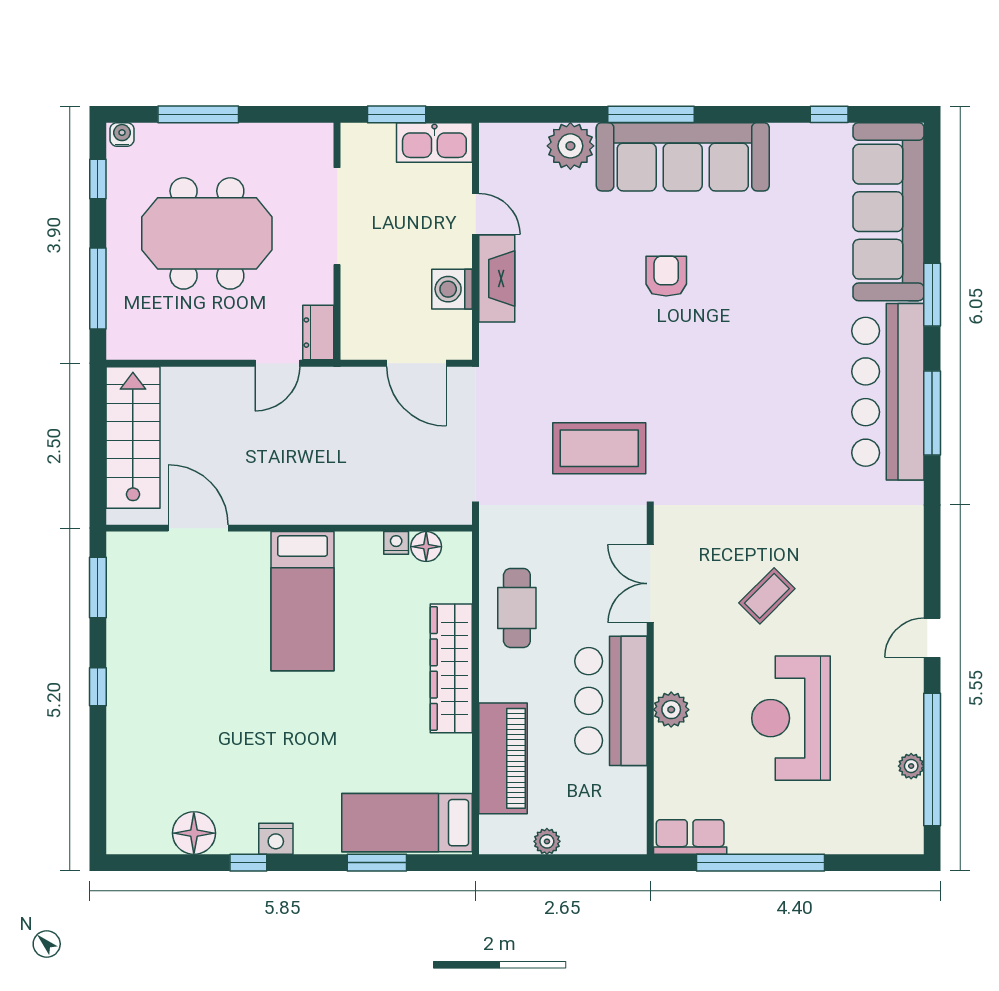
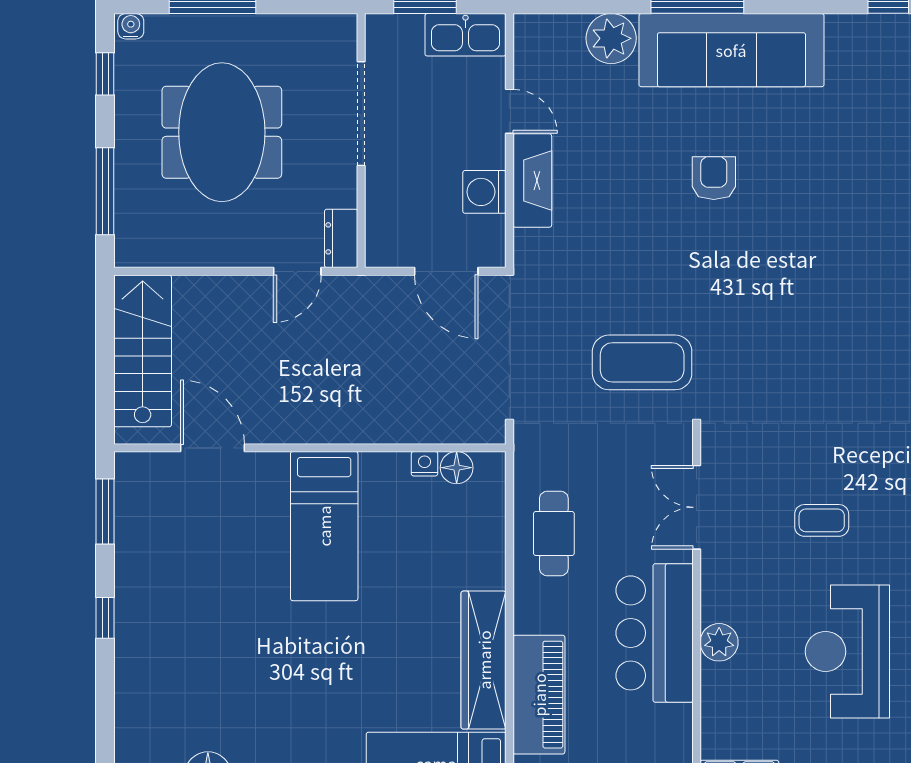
meeting table: (207, 233) -> (222, 132), turned 90
coffee table: (767, 596) -> (822, 520), turned 45
wardrobe: (451, 668) -> (484, 660), moved

